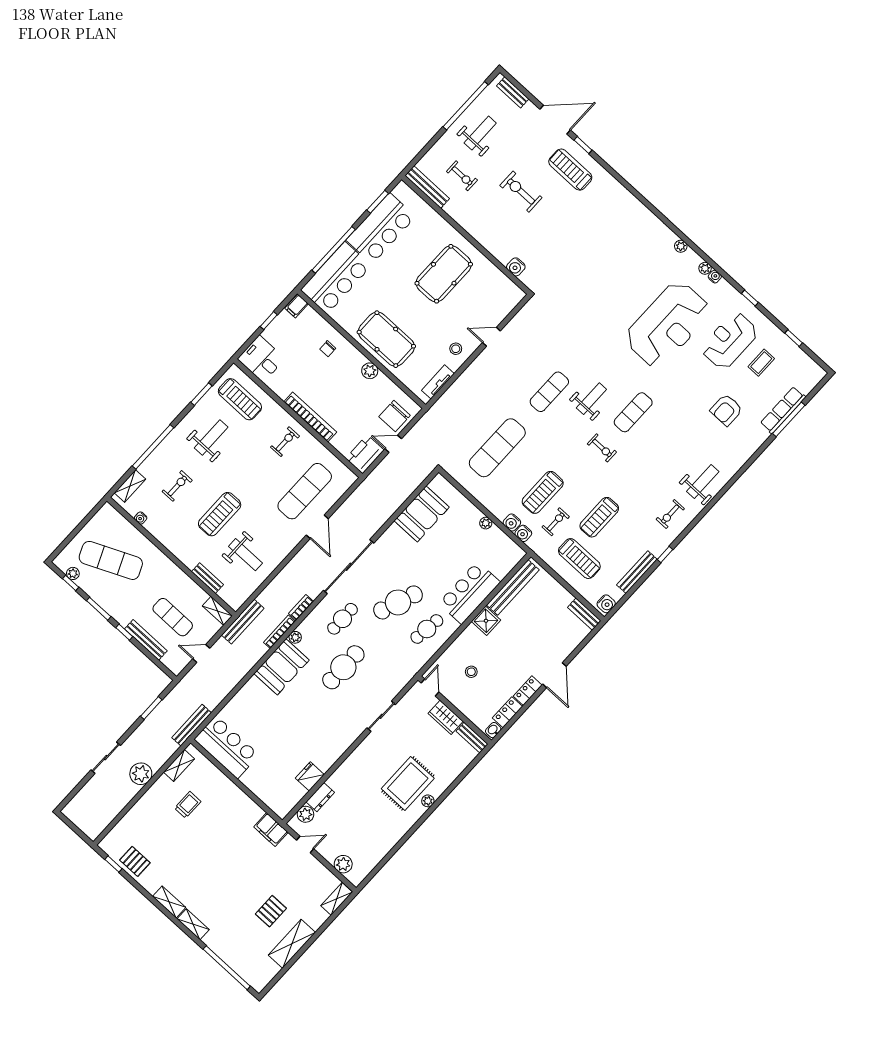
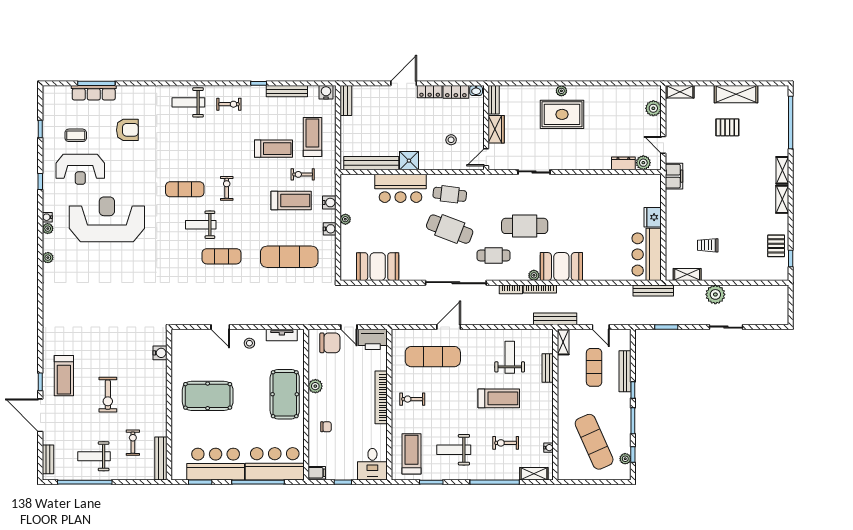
water cooler: (523, 533) -> (330, 229), moved
fridge: (310, 776) -> (653, 217), moved, turned 90

